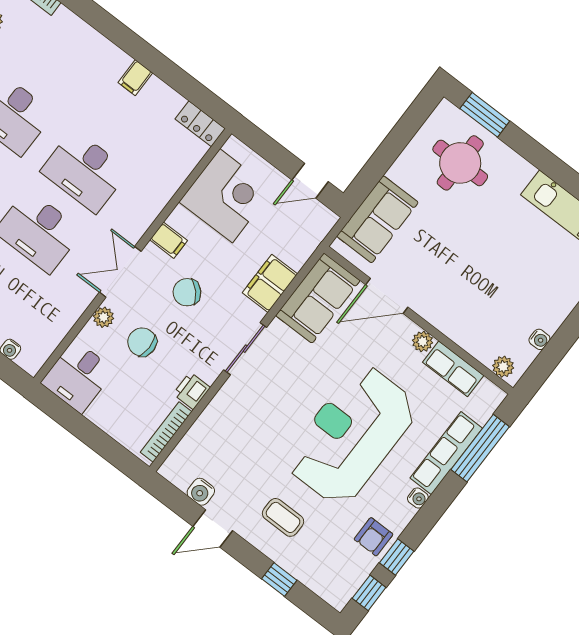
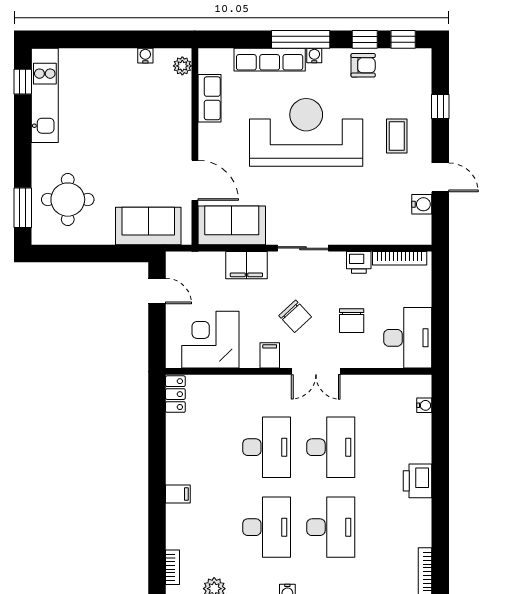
filing cabinet: (135, 78) -> (178, 494), moved
plant: (104, 317) -> (355, 359), removed
plant: (423, 342) -> (207, 133), removed
desk: (78, 376) -> (408, 338), width x1.37
reception desk: (352, 435) -> (306, 132), turned 180
window: (480, 448) -> (301, 39), moved

